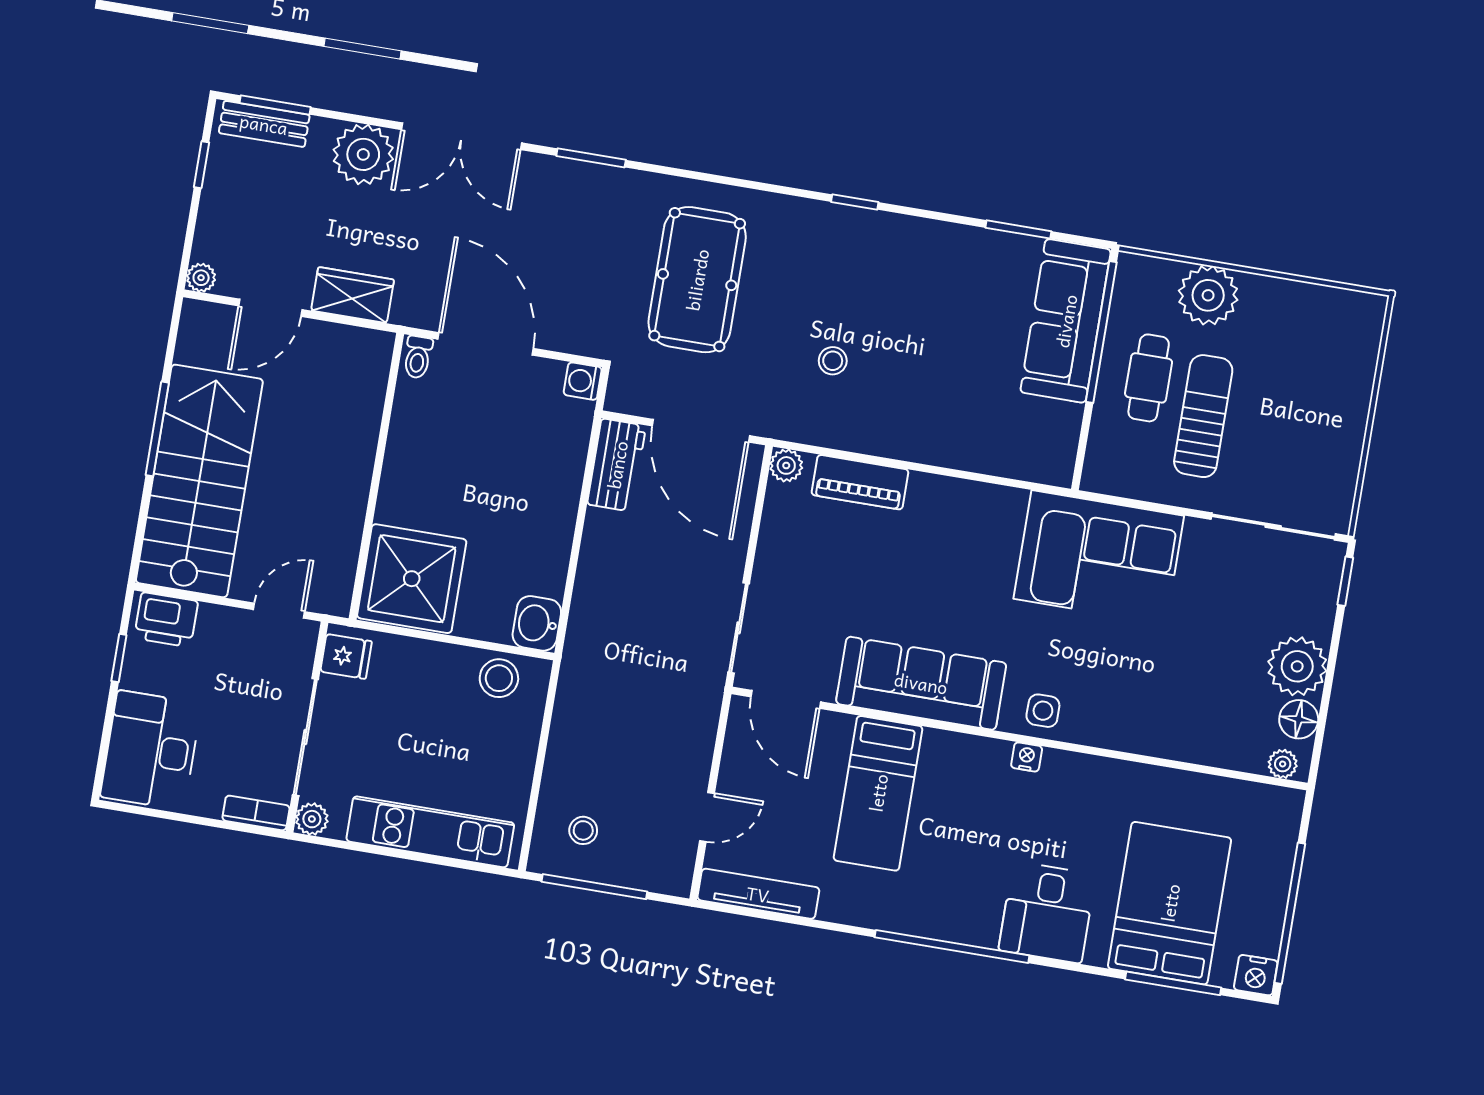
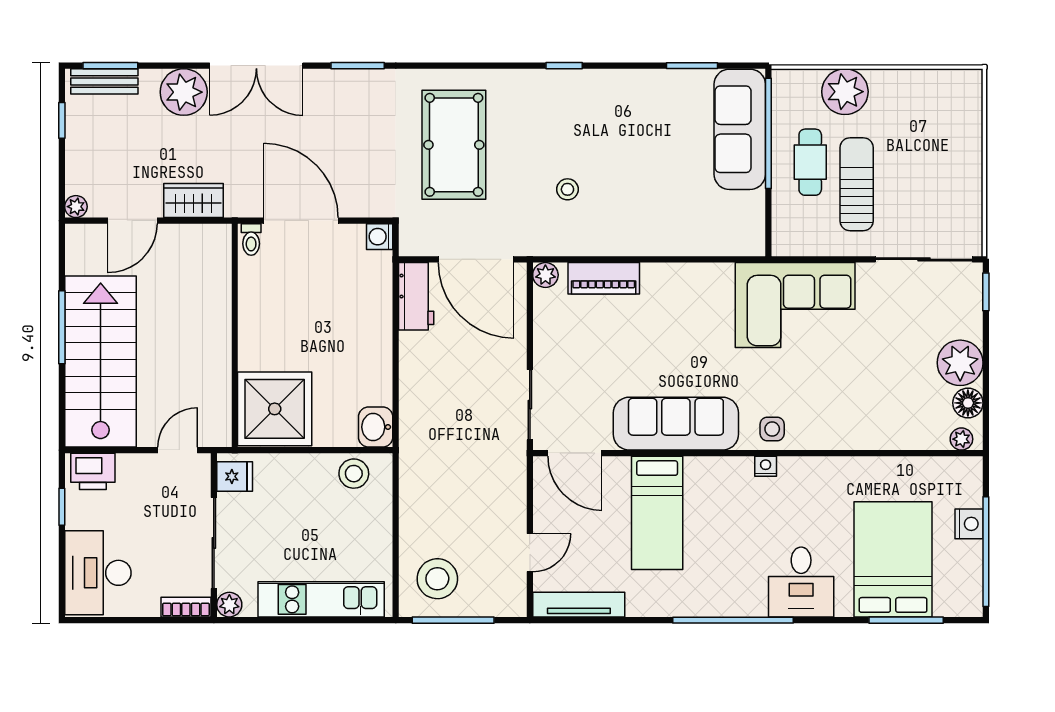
stool: (583, 830) -> (437, 579), width x1.89, depth x1.89
nightstand: (1256, 975) -> (969, 524), moved, turned -90

